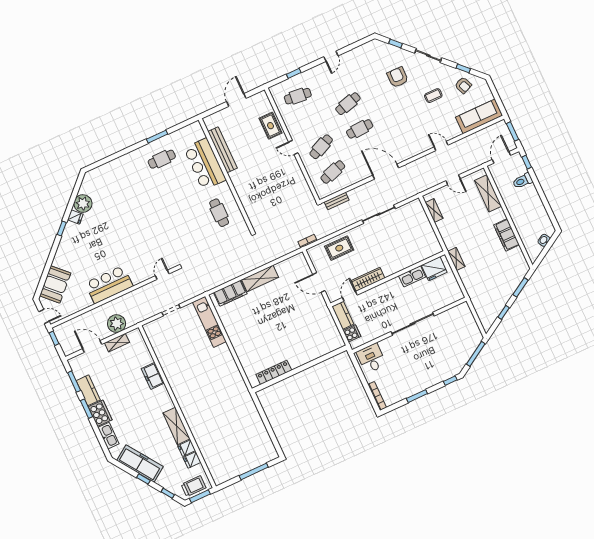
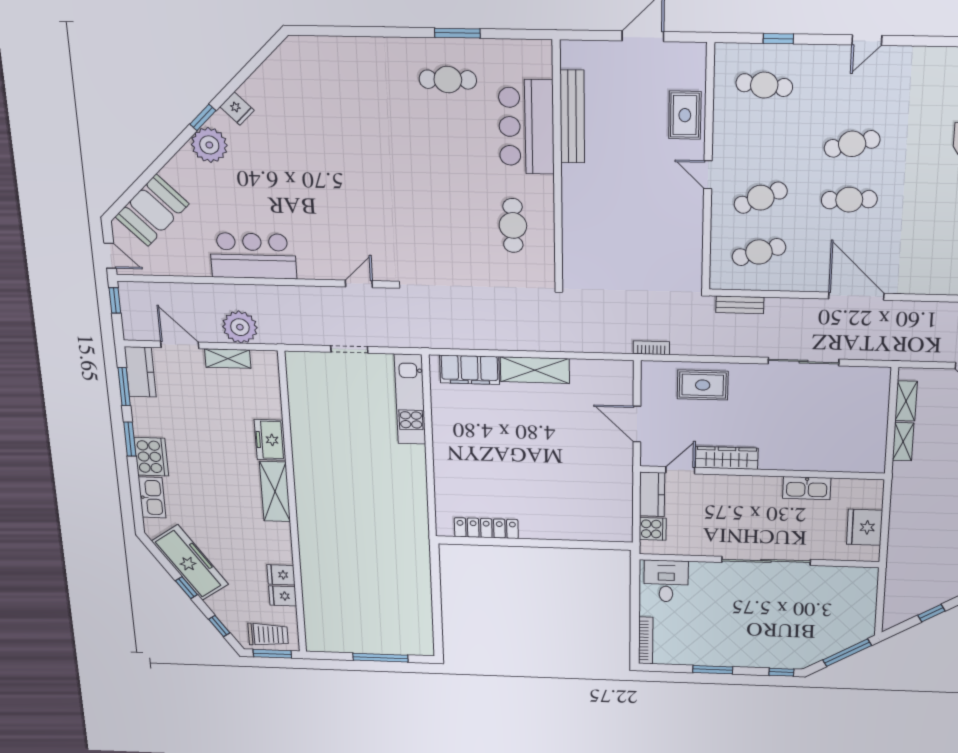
plant: (83, 204) -> (209, 145), moved
shelving: (456, 259) -> (903, 442), moved
fridge: (434, 269) -> (865, 527), moved, turned 90
kitchen counter: (88, 390) -> (140, 372), moved
shelving: (177, 426) -> (275, 492), moved

